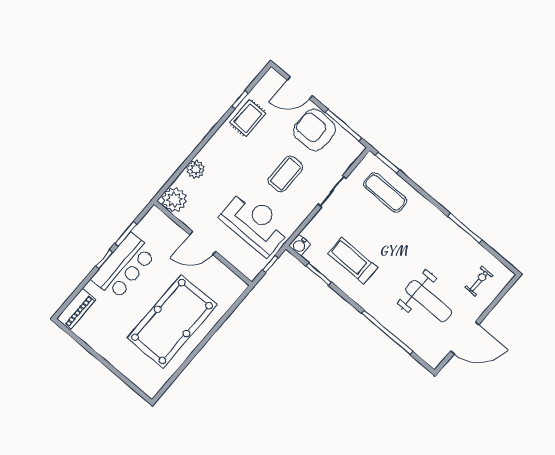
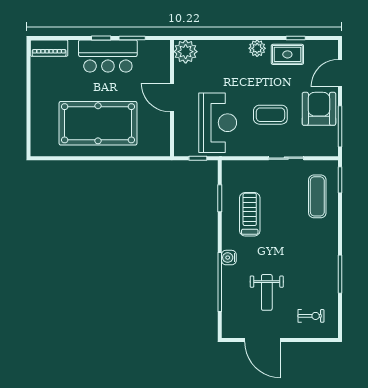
door: (300, 88) -> (340, 73), hinge flipped
plant: (195, 169) -> (257, 48), moved
water cooler: (300, 245) -> (229, 258), moved
weight bench: (429, 301) -> (267, 292), width x0.73, depth x0.75

